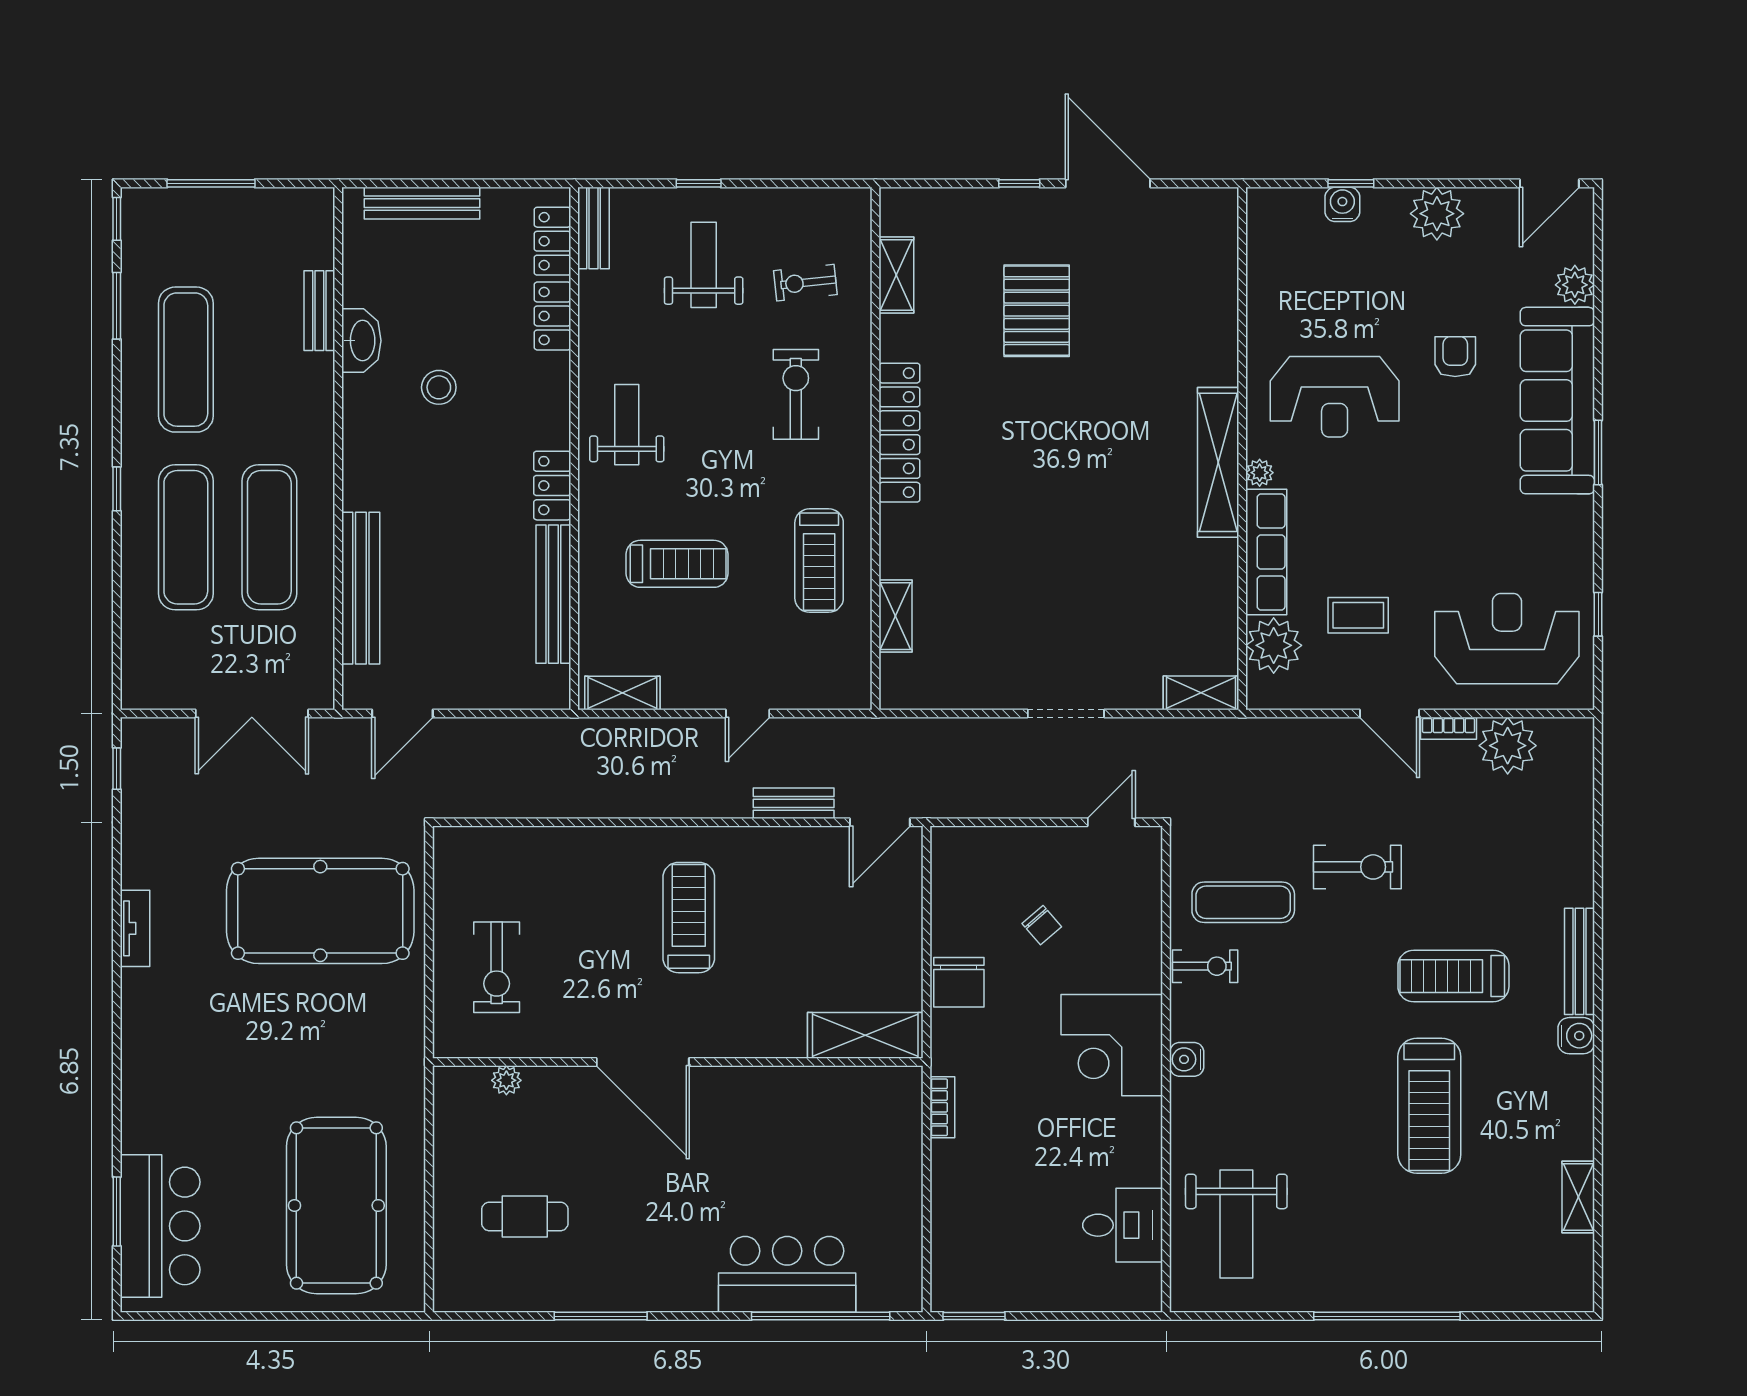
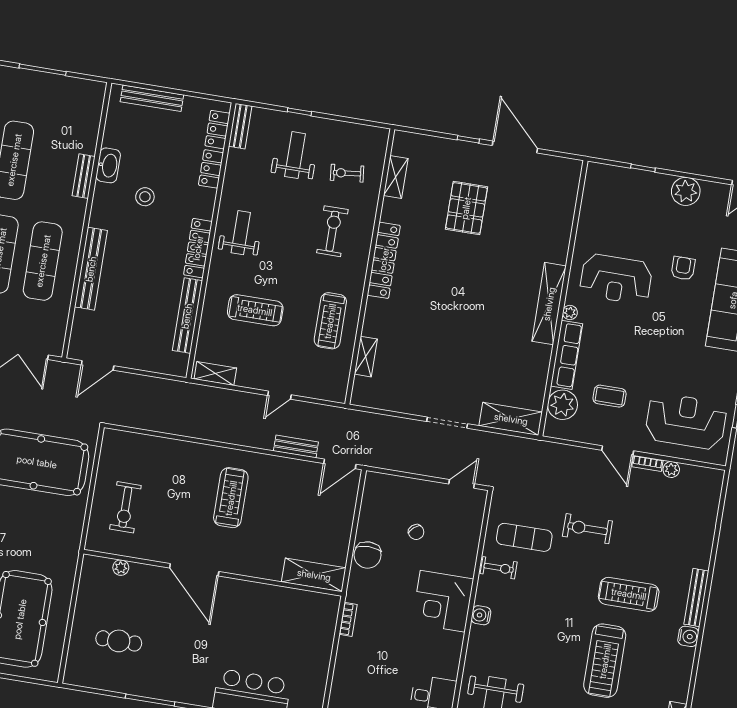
water cooler: (1342, 204) -> (637, 178), removed
bench: (319, 311) -> (84, 176), moved
locker: (552, 486) -> (198, 248), width x1.53
bench: (361, 588) -> (91, 269), moved
shelving: (1201, 693) -> (511, 419), width x1.50, depth x1.33
plant: (1508, 746) -> (671, 469), width x0.53, depth x0.53
exercise bike: (1357, 867) -> (587, 529), turned 180

